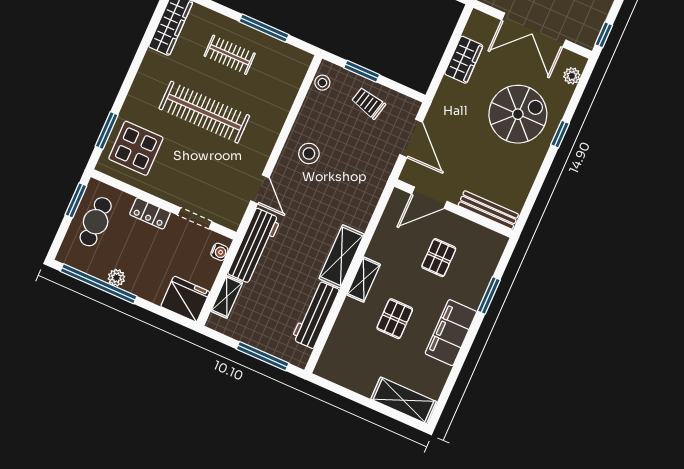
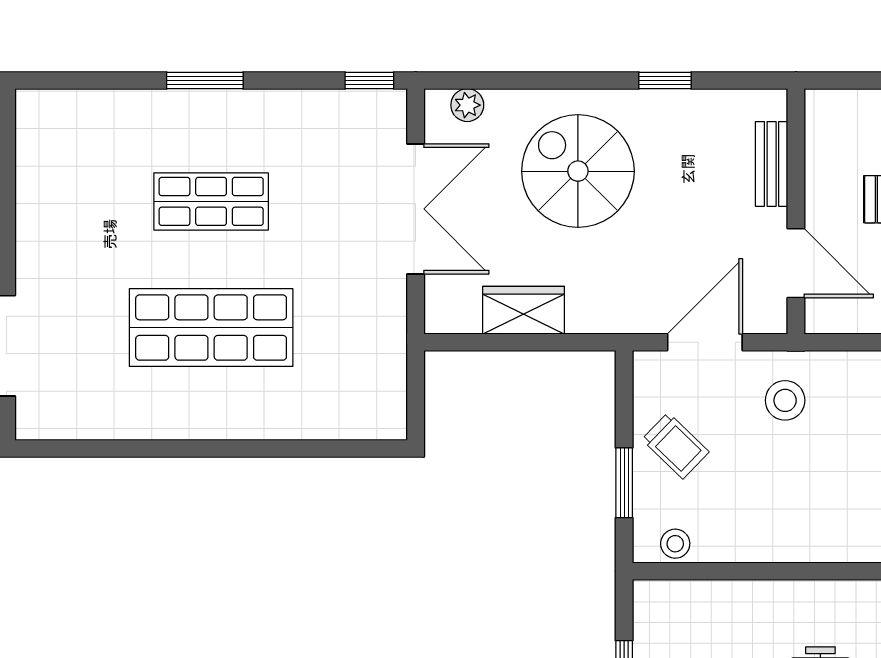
trolley: (368, 103) -> (675, 446), turned -60
window: (560, 134) -> (665, 80), moved
stool: (309, 153) -> (785, 400), moved
bench: (488, 210) -> (772, 164), width x0.73

